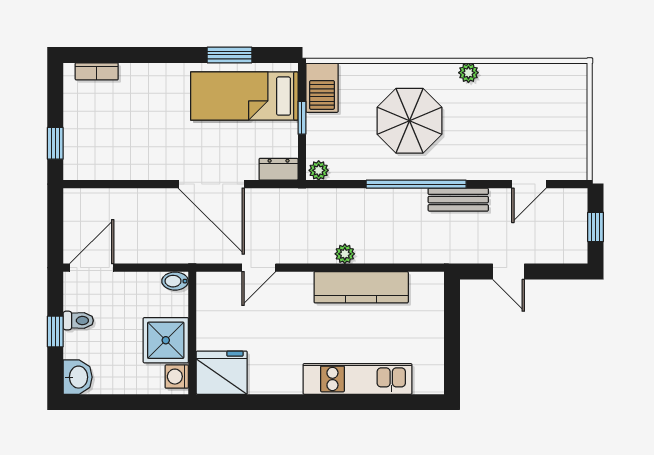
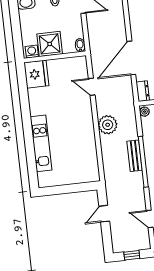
bench: (458, 200) -> (135, 156), moved
plant: (345, 254) -> (108, 125), width x1.87, depth x1.87
kitchen counter: (361, 287) -> (88, 140), removed

